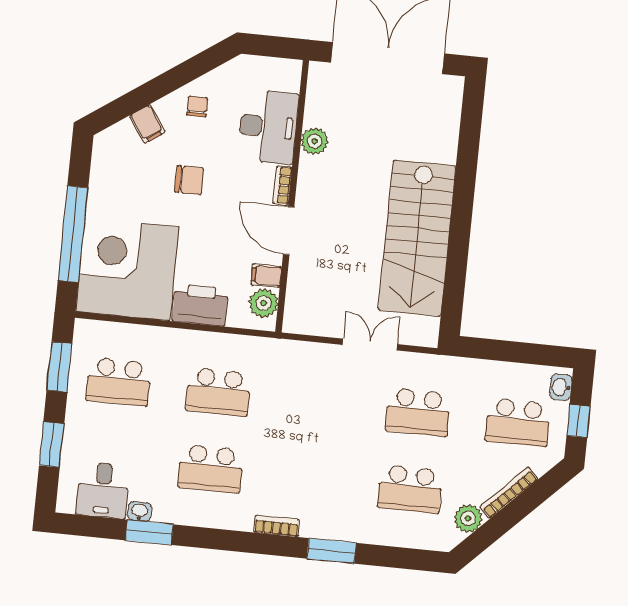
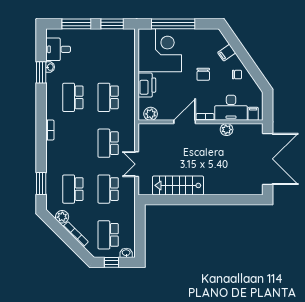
stairs: (417, 238) -> (178, 185), width x0.73, depth x0.66
filing cabinet: (266, 276) -> (253, 114), moved
double door: (370, 345) -> (137, 164), swing flipped
school desk: (118, 382) -> (108, 143), moved
window: (52, 445) -> (76, 24), width x1.44
window: (332, 551) -> (41, 183), moved

